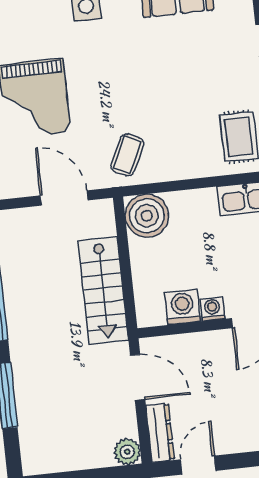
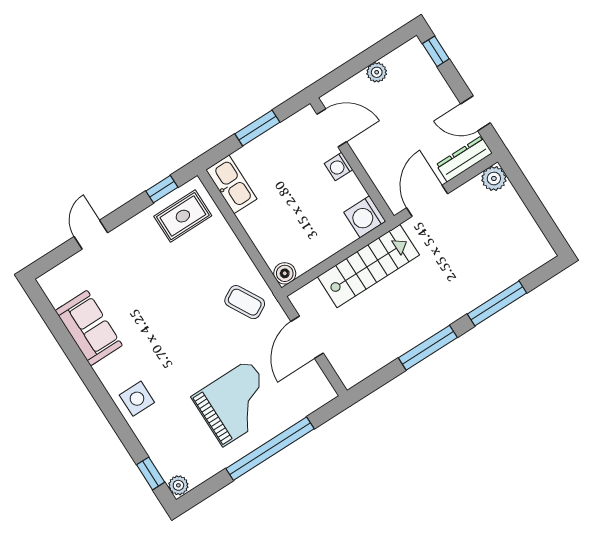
coffee table: (127, 155) -> (245, 302), turned 35
boiler: (147, 216) -> (285, 273), width x0.54, depth x0.54
washing machine: (182, 307) -> (365, 217), moved

